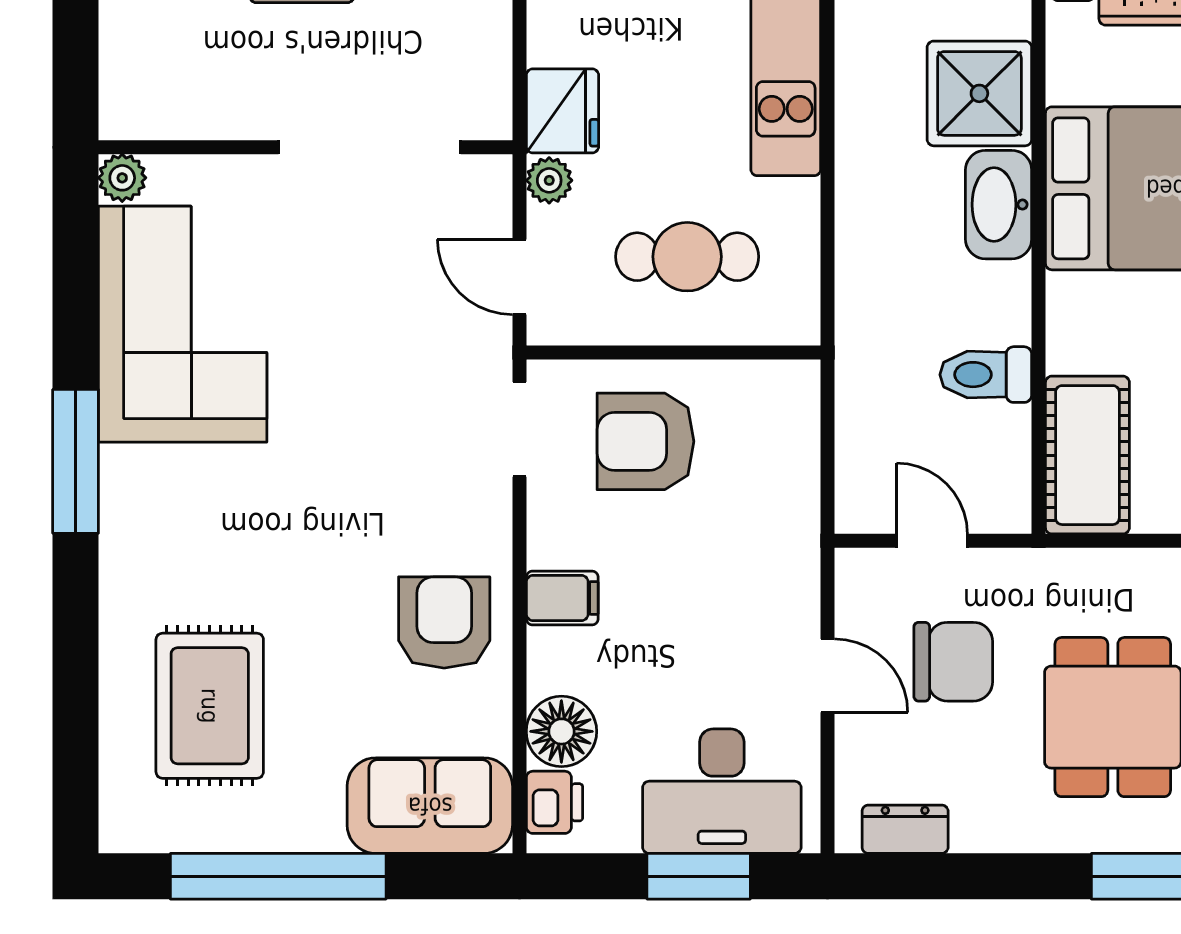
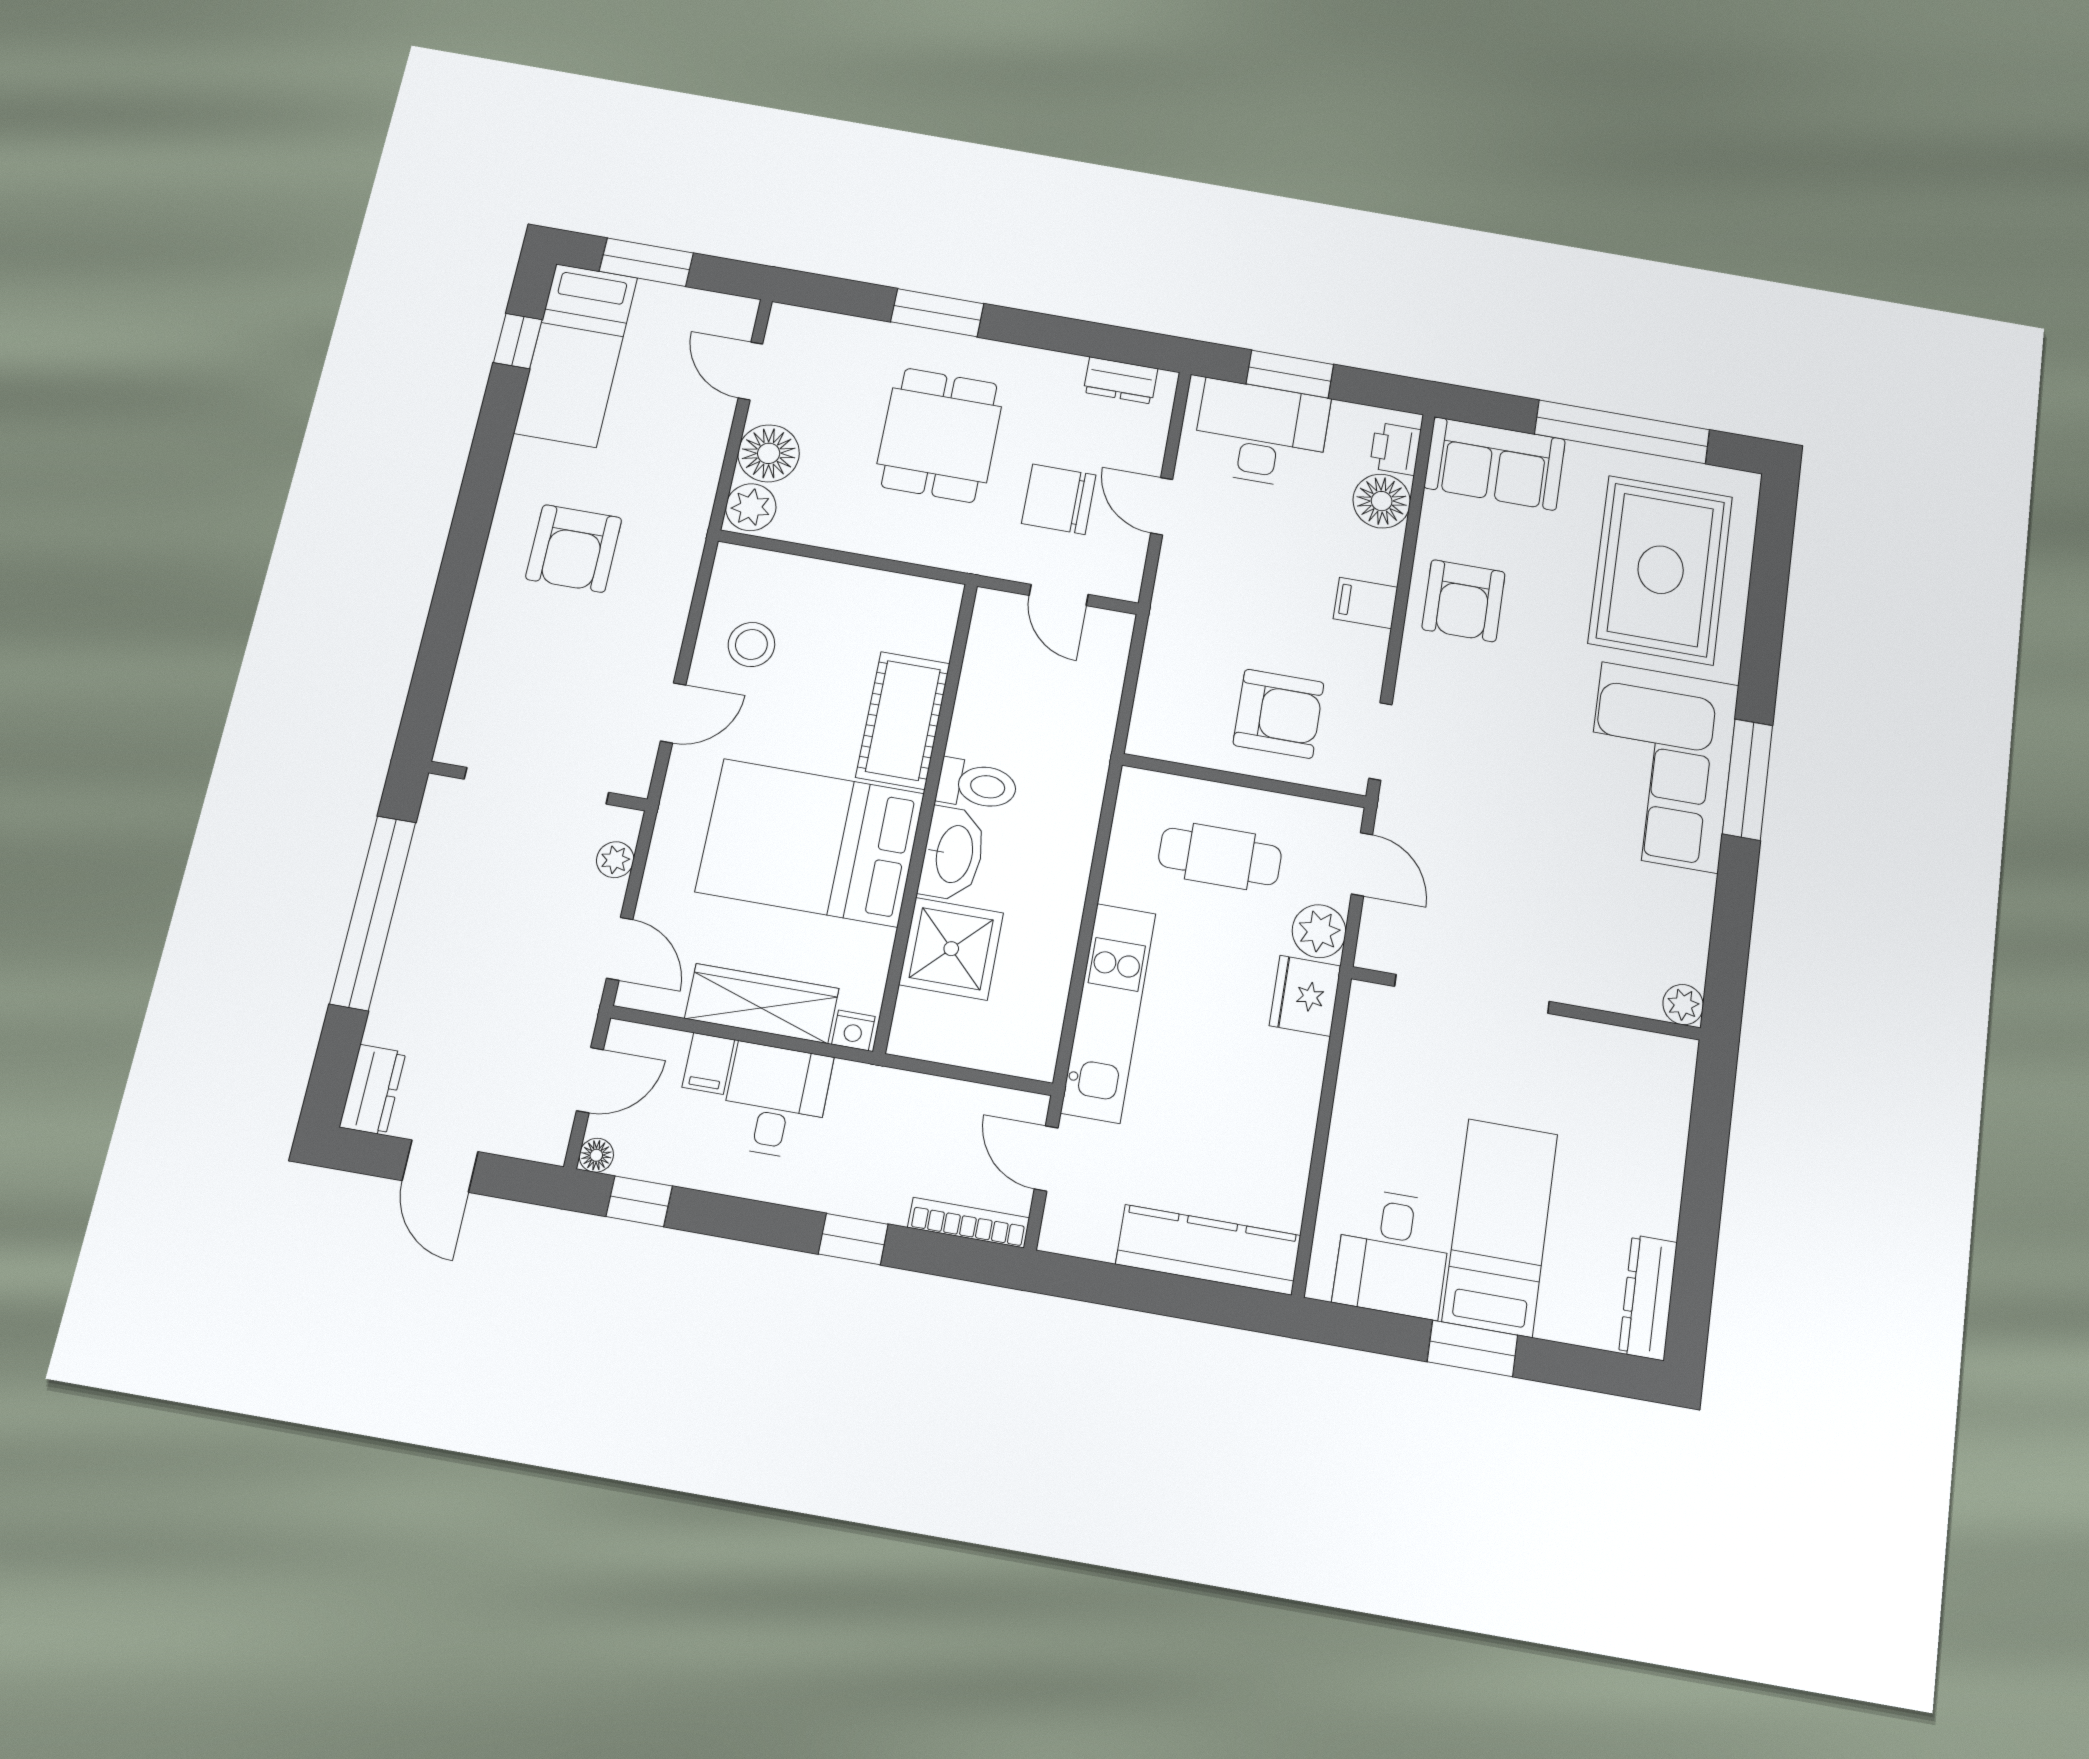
plant: (549, 180) -> (1319, 931), width x1.38, depth x1.38
corner sofa: (183, 324) -> (1659, 767), moved
toilet: (986, 375) -> (977, 785), moved
cot: (1087, 455) -> (903, 720), moved
rug: (210, 706) -> (1661, 570), width x1.37, depth x1.44

